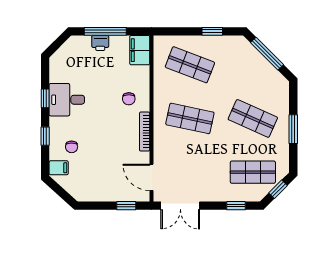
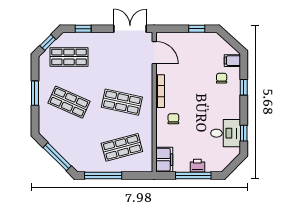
window: (212, 31) -> (103, 176), width x2.17
shop shelf: (190, 65) -> (122, 147), turned -36
window: (45, 98) -> (244, 133), moved
desk: (67, 100) -> (226, 133), moved
window: (126, 206) -> (197, 29), moved

